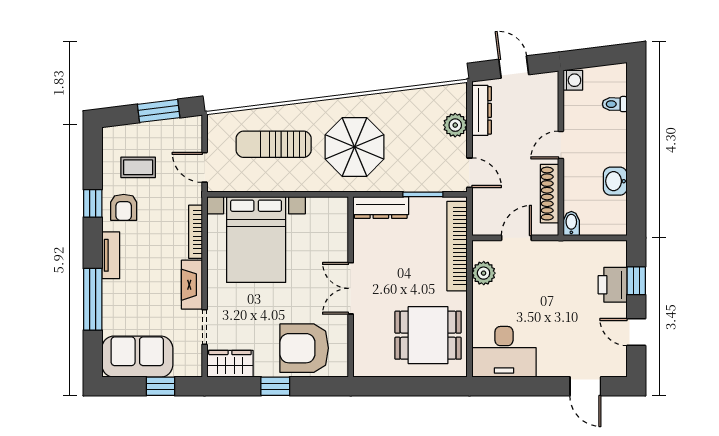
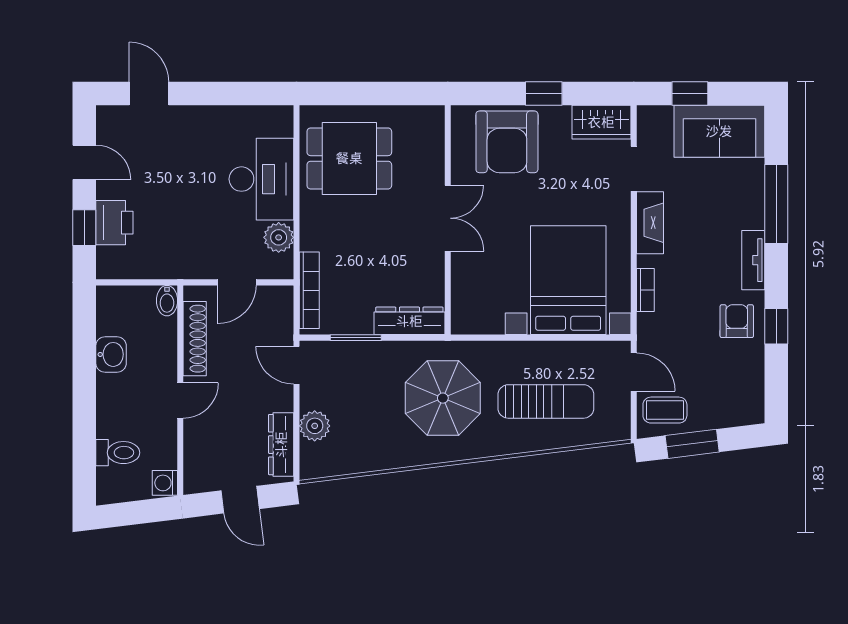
toilet: (615, 104) -> (118, 453), width x1.37, depth x1.39
coffee table: (138, 167) -> (665, 410), moved
bookcase: (195, 232) -> (645, 290), width x0.64
bookcase: (457, 246) -> (309, 290), width x0.68, depth x0.76
armchair: (304, 348) -> (507, 142), turned 90
desk: (504, 352) -> (261, 179), moved, turned 90

